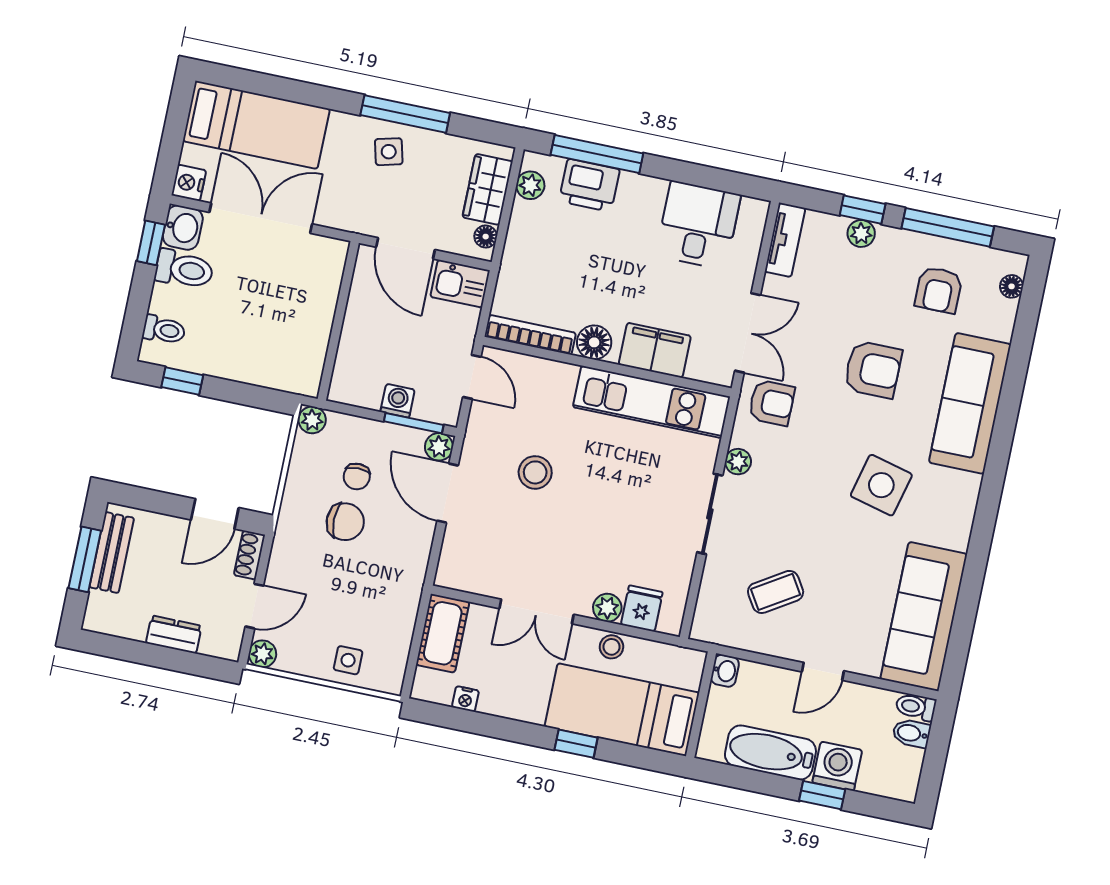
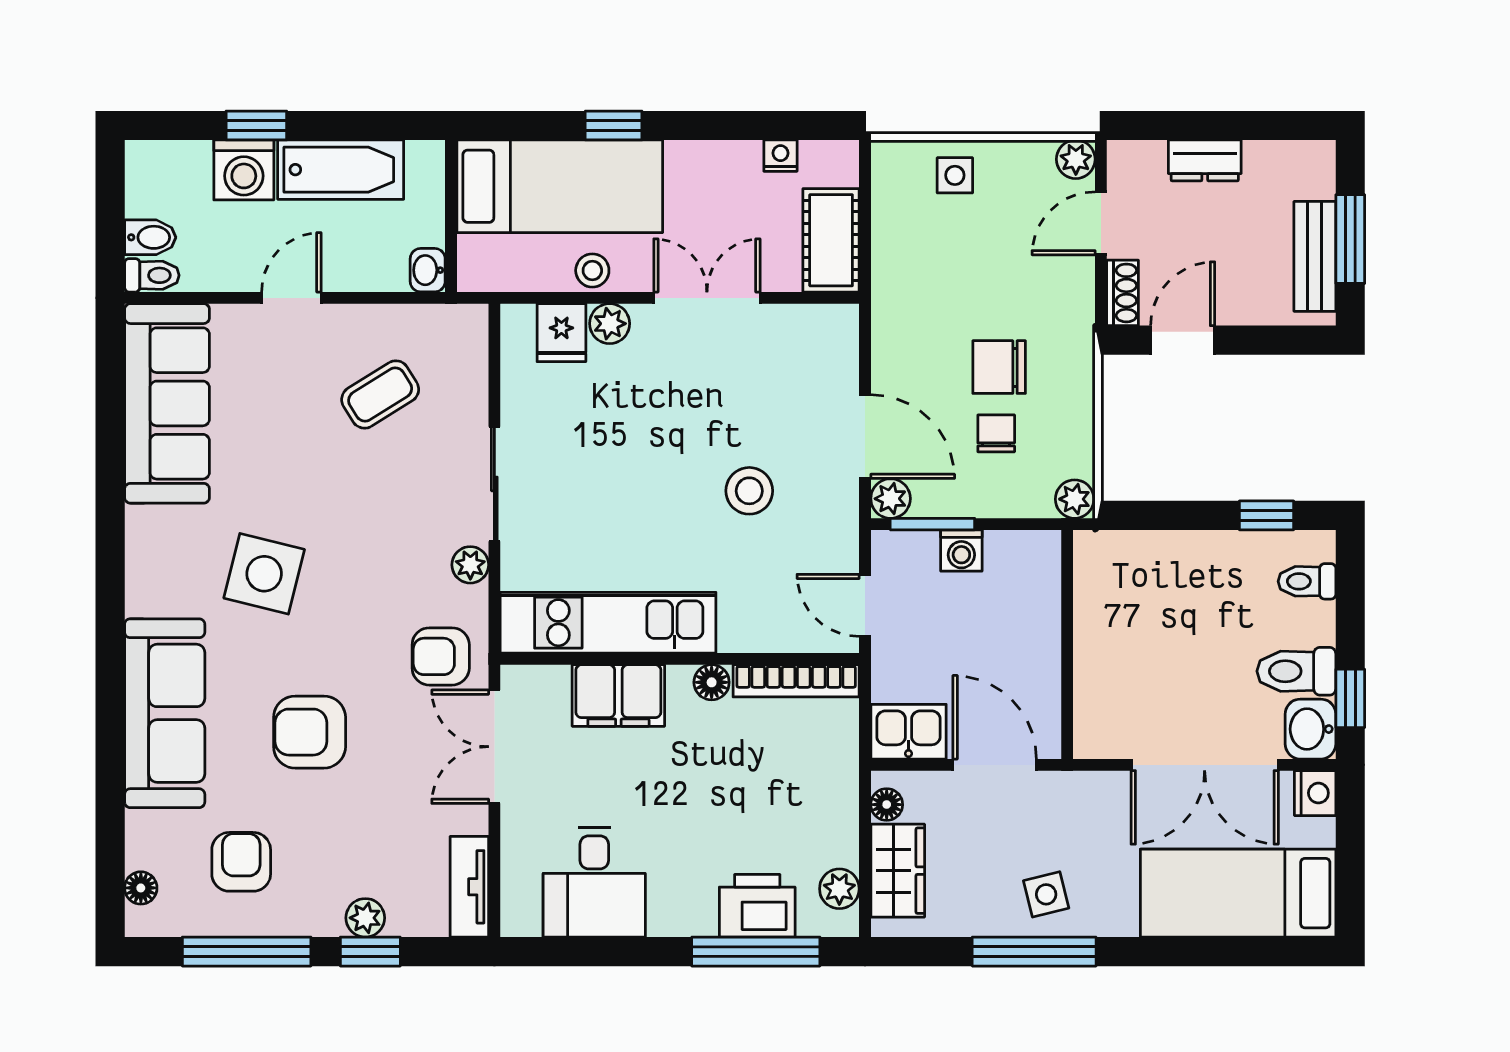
floor lamp: (594, 342) -> (712, 682), width x0.73, depth x0.73

